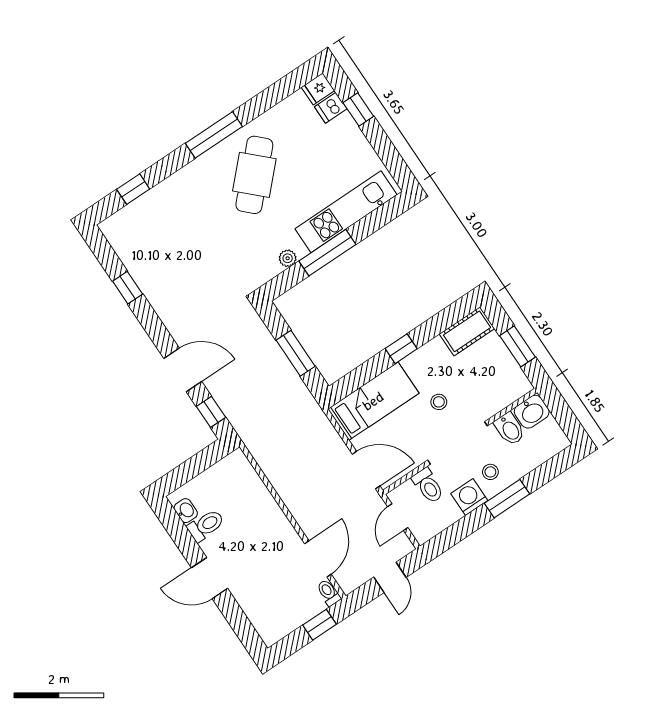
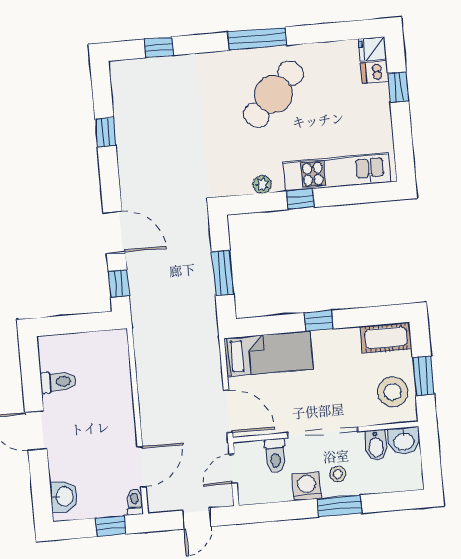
window: (327, 253) -> (300, 199), width x0.46
stool: (439, 402) -> (393, 392), moved, width x1.89, depth x1.89
washbasin: (186, 511) -> (64, 496), moved, width x1.38, depth x1.45

